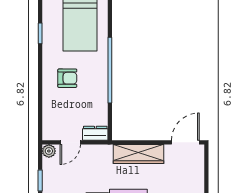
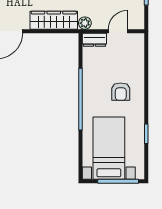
armchair: (67, 78) -> (121, 92), turned -90
plant: (49, 151) -> (85, 23), moved

